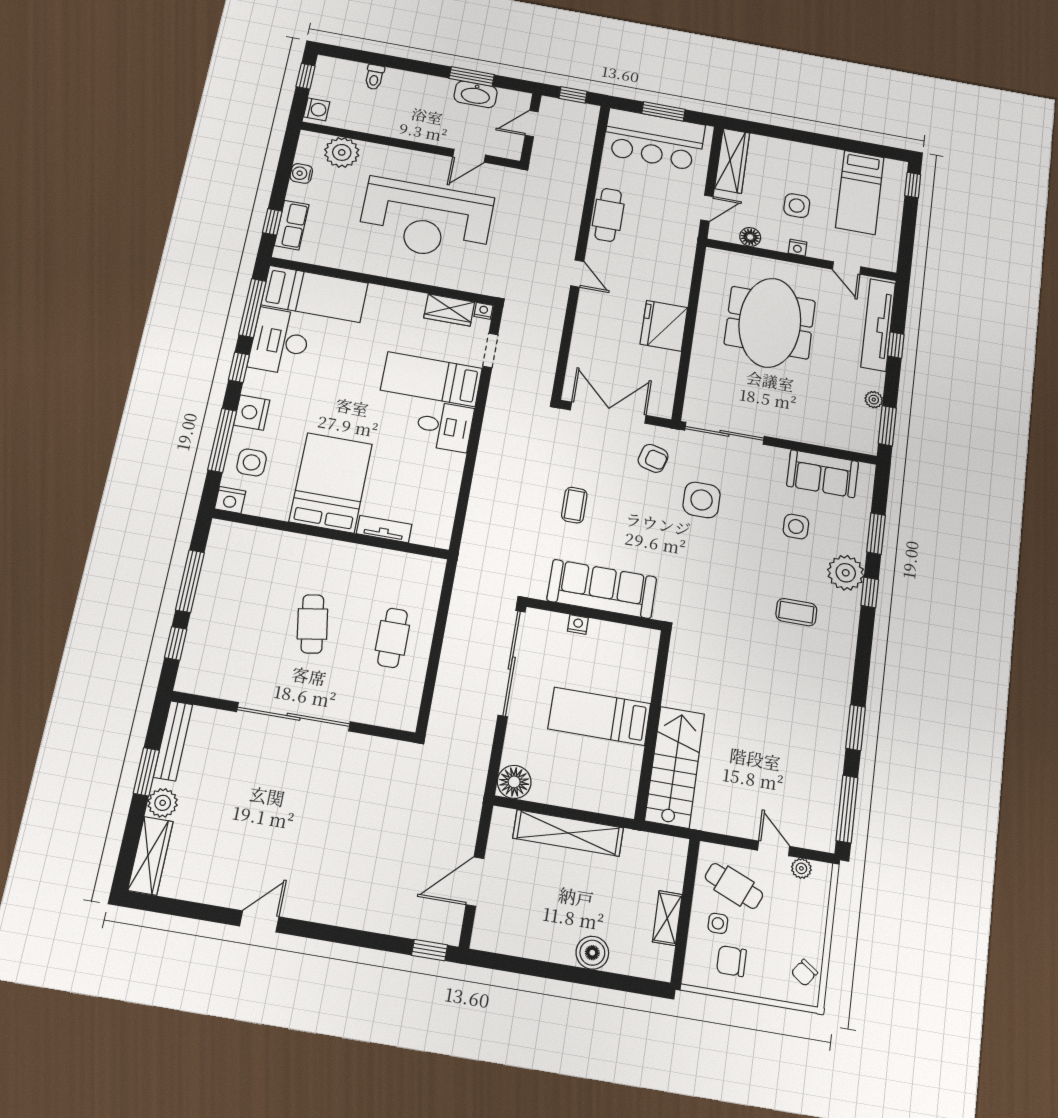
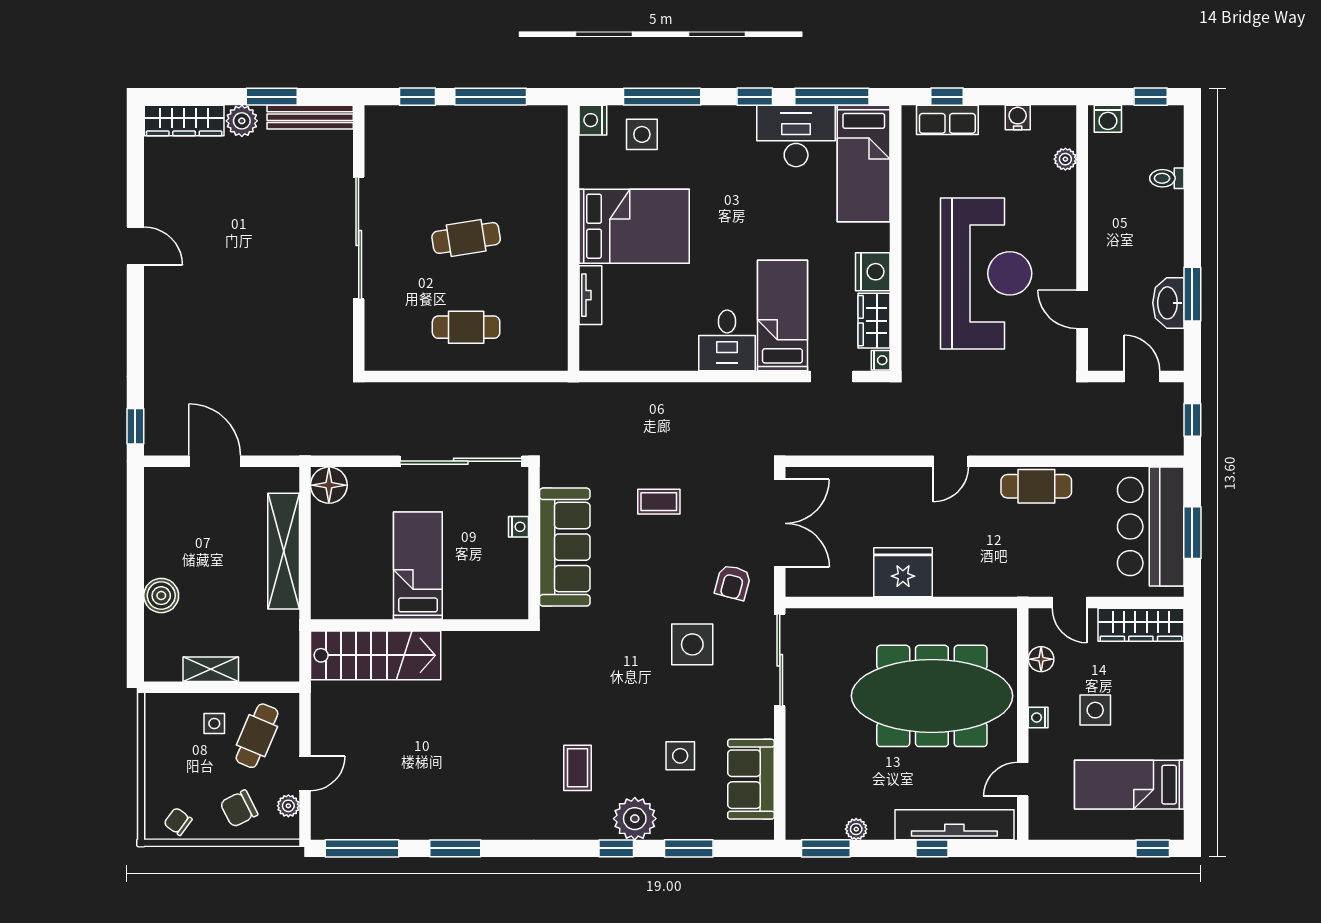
plant: (342, 152) -> (1065, 159), width x0.53, depth x0.53
reception desk: (426, 220) -> (986, 273), turned 180
meeting table: (770, 323) -> (932, 696), width x1.36
nightstand: (252, 413) -> (873, 272), moved, turned 90
chair: (731, 961) -> (239, 809), moved, turned -117

